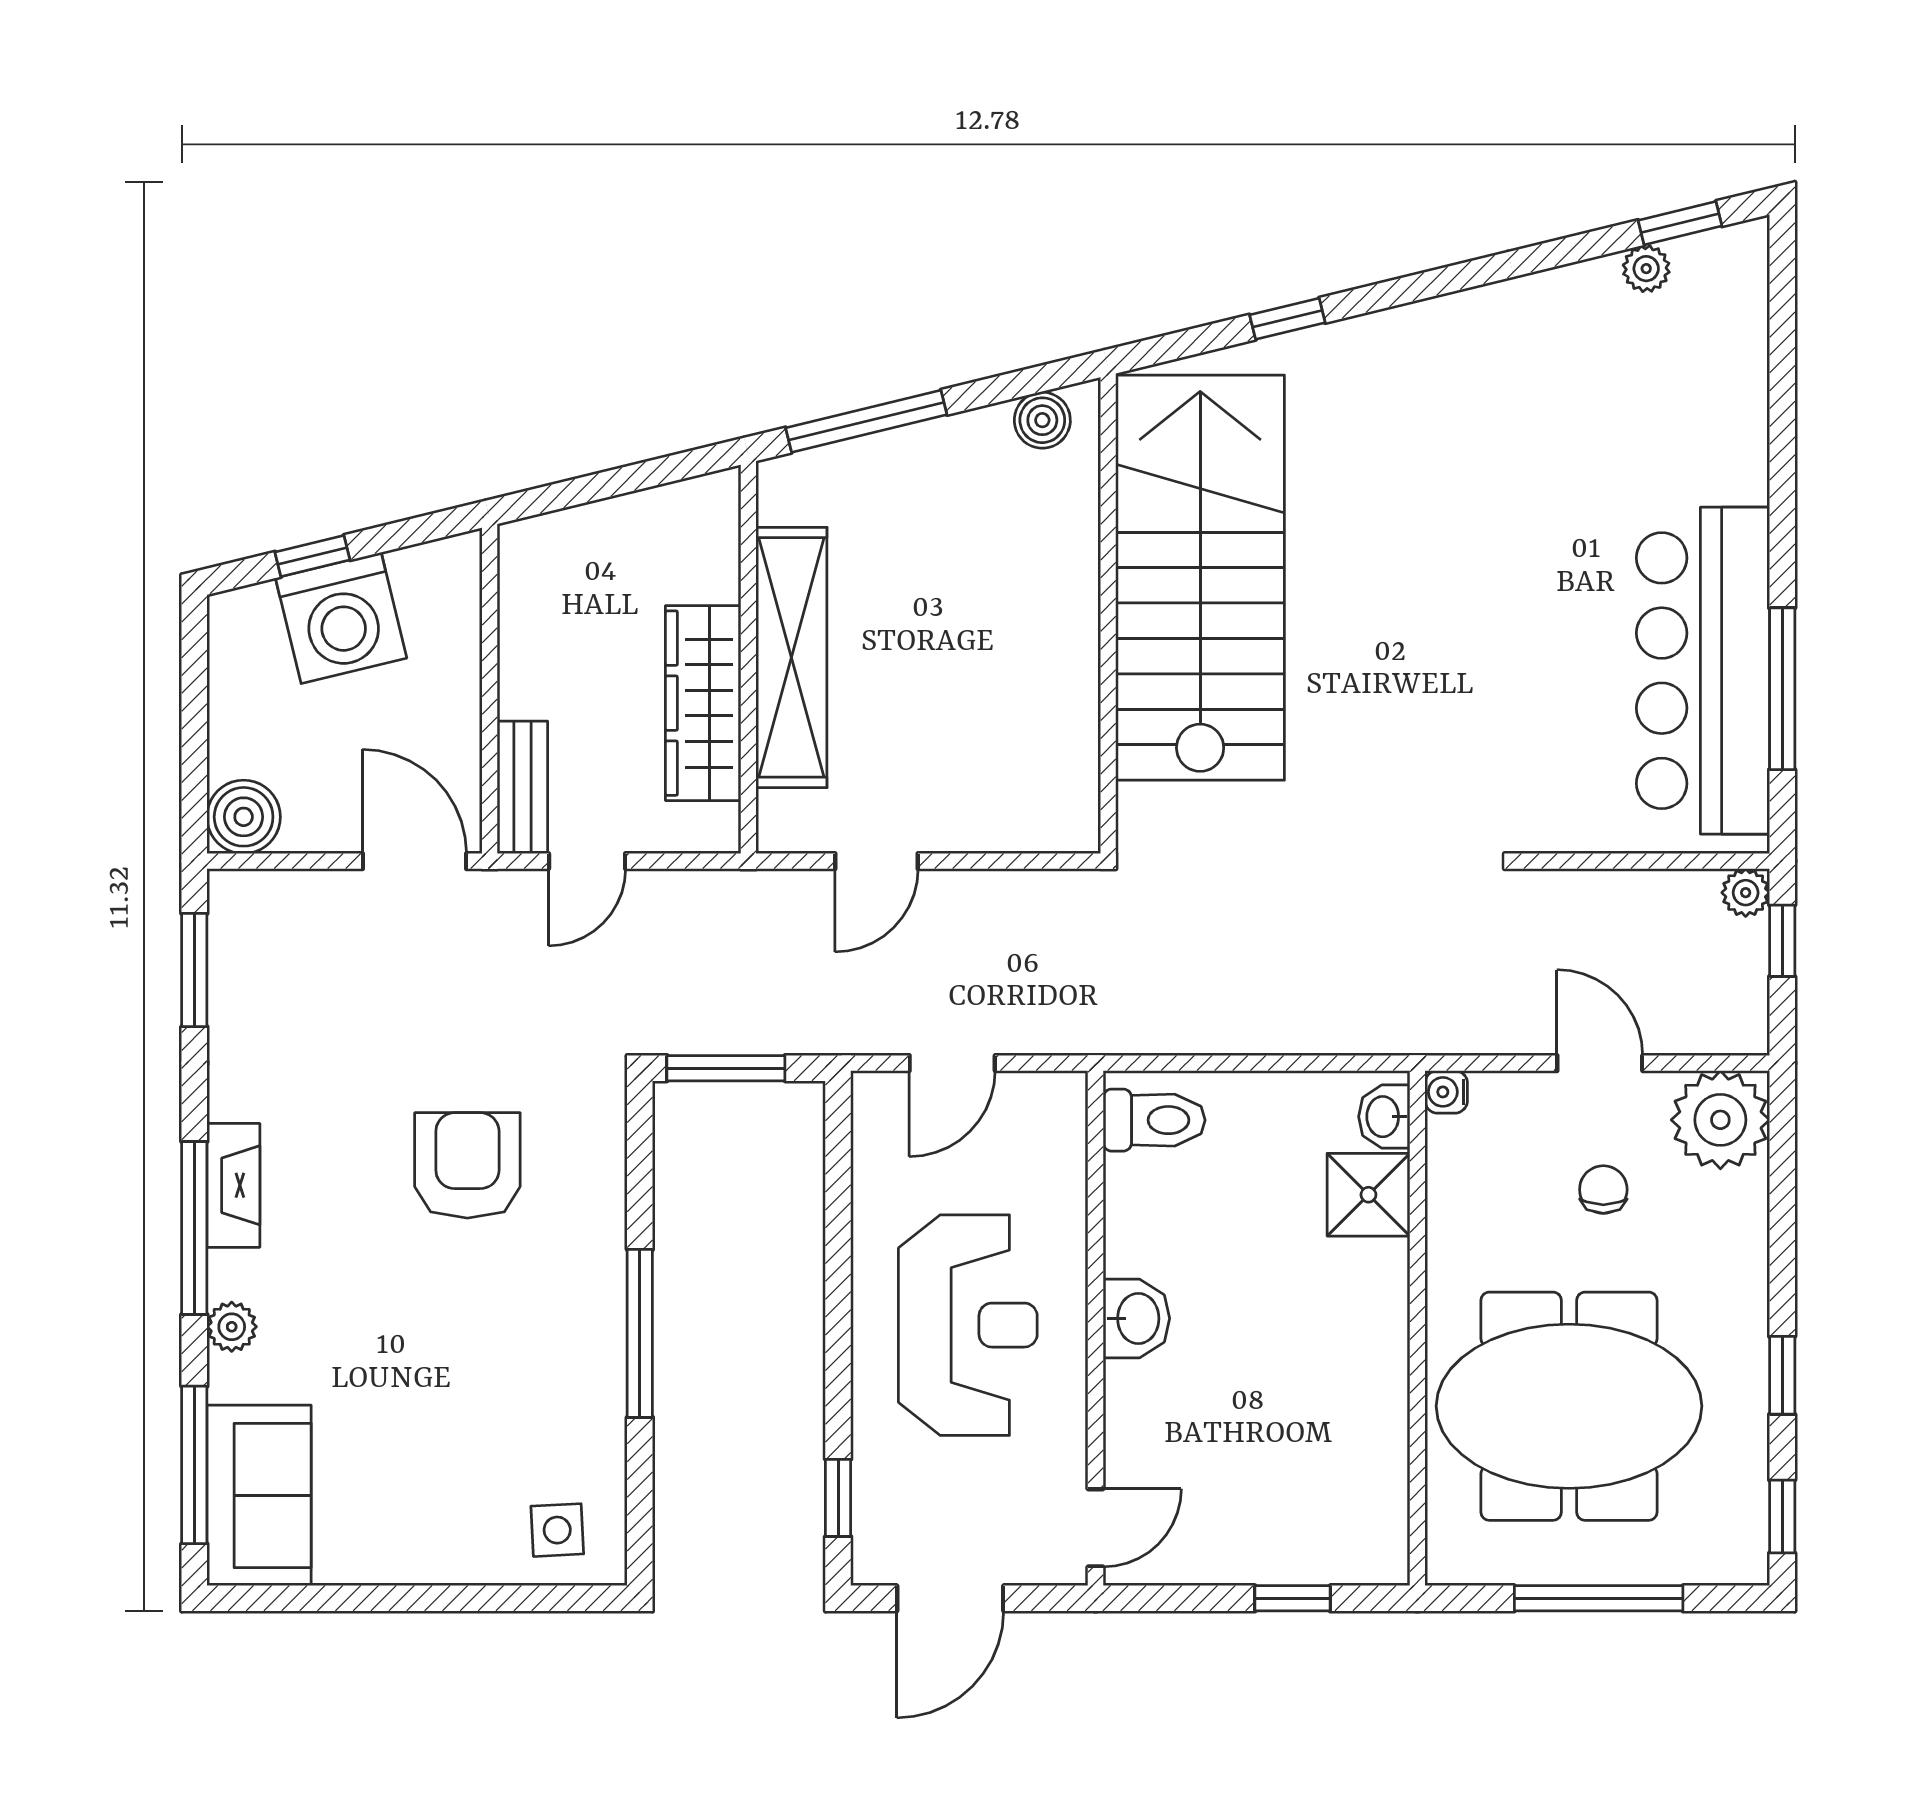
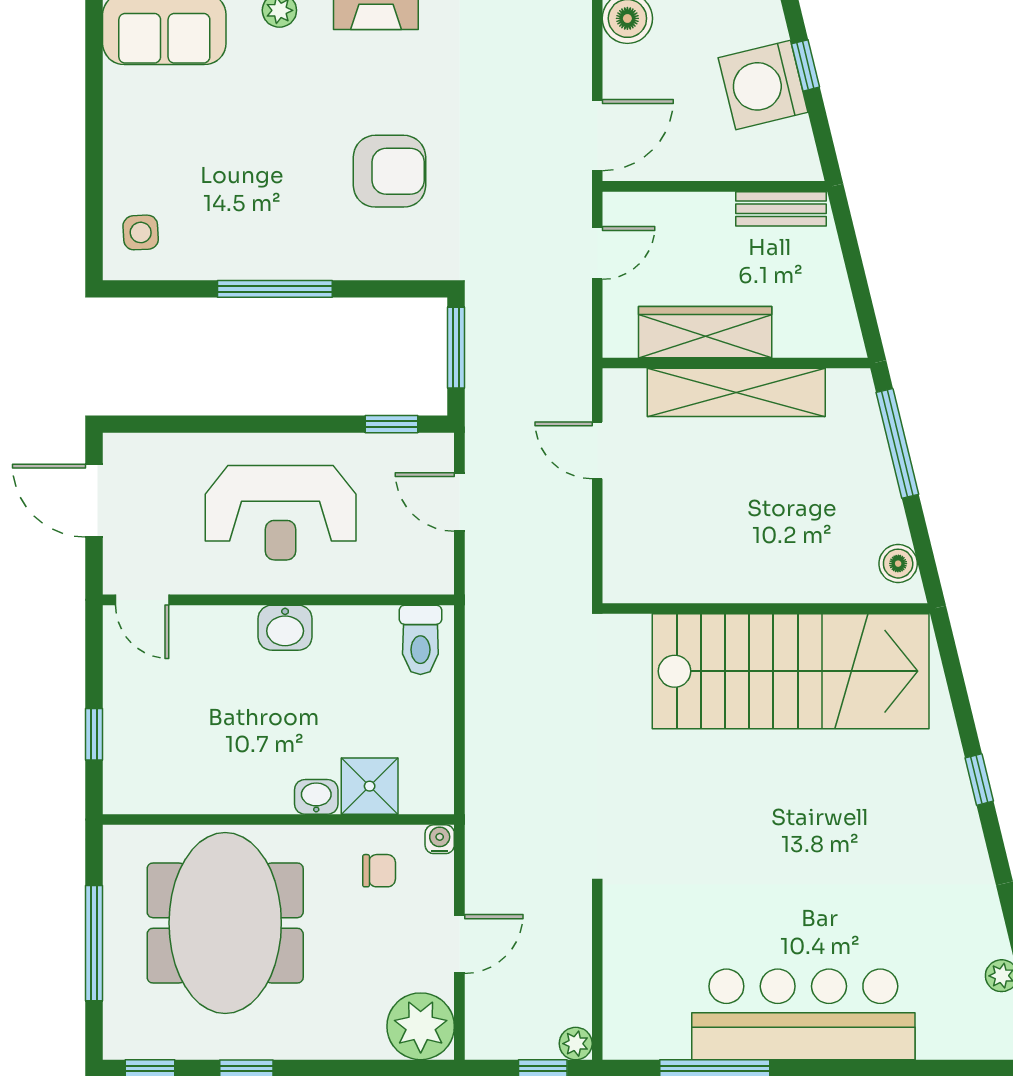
window: (1287, 319) -> (979, 779), moved
bar counter: (1703, 671) -> (803, 1014), moved
bench: (522, 787) -> (781, 209), moved
door: (587, 861) -> (597, 253), swing flipped
washbasin: (1384, 1117) -> (316, 797), moved
chair: (1603, 1190) -> (379, 871), moved
window: (838, 1498) -> (391, 424), moved

